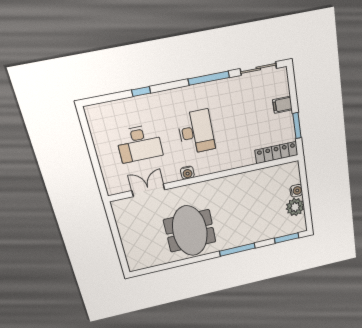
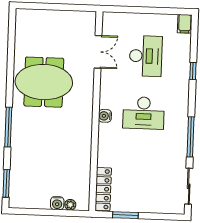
filing cabinet: (282, 105) -> (185, 24), moved, turned 180
desk: (139, 144) -> (146, 56), turned 180
water cooler: (187, 173) -> (105, 116), moved
plant: (295, 207) -> (70, 205), moved, width x0.53, depth x0.53

